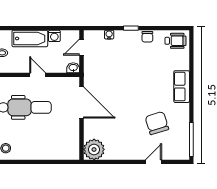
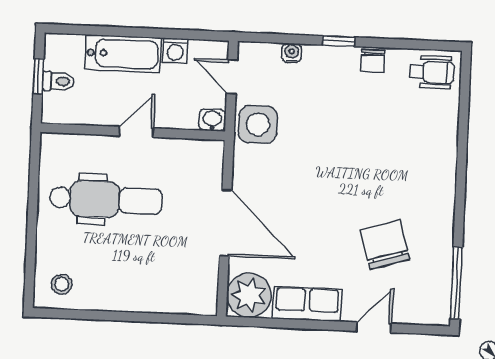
door: (82, 47) -> (232, 77), hinge flipped
side table: (95, 69) -> (258, 124), added
door: (38, 75) -> (136, 132), hinge flipped
row of seats: (182, 87) -> (307, 304), moved, turned 90
door: (82, 102) -> (226, 223), moved

